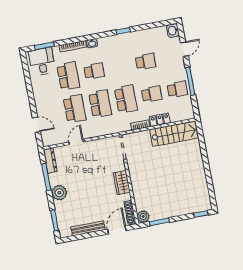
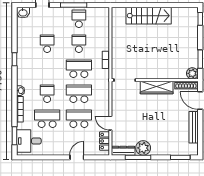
locker: (160, 120) -> (104, 141), moved
door: (36, 125) -> (77, 157), moved
stairs: (174, 134) -> (149, 16), moved, turned 90
wardrobe: (122, 183) -> (157, 87), width x1.50
plant: (59, 193) -> (143, 148), moved

